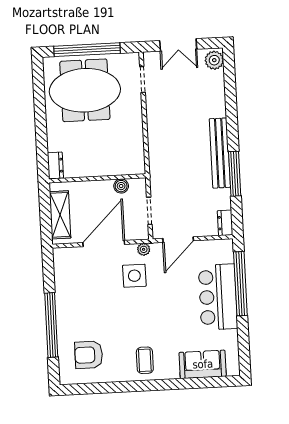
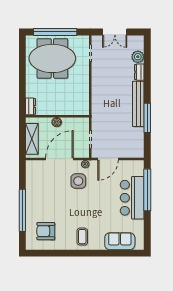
plant: (214, 60) -> (138, 57), moved
boiler: (121, 186) -> (57, 122), moved
dresser: (225, 223) -> (139, 72), moved

